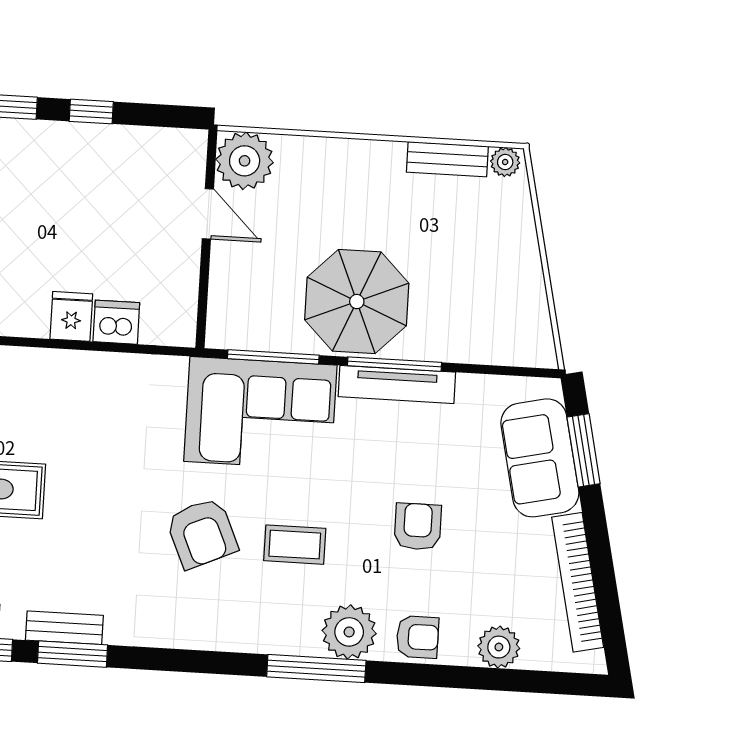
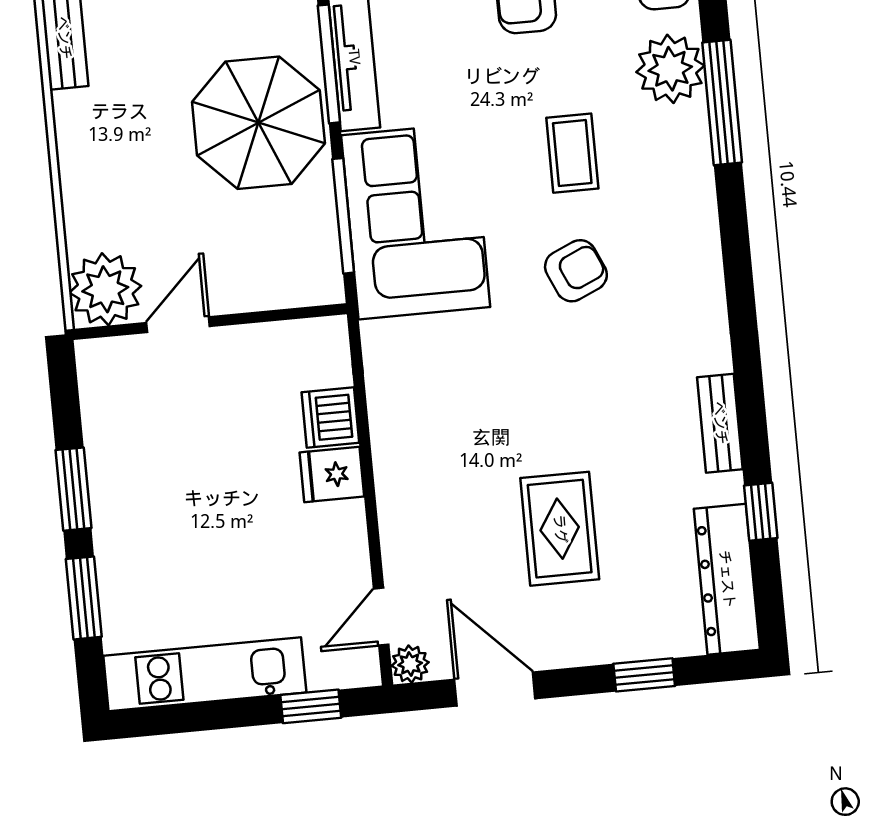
window: (91, 112) -> (73, 489), width x1.50
armchair: (202, 533) -> (576, 271), width x0.72, depth x0.72
window: (72, 654) -> (751, 408), removed

